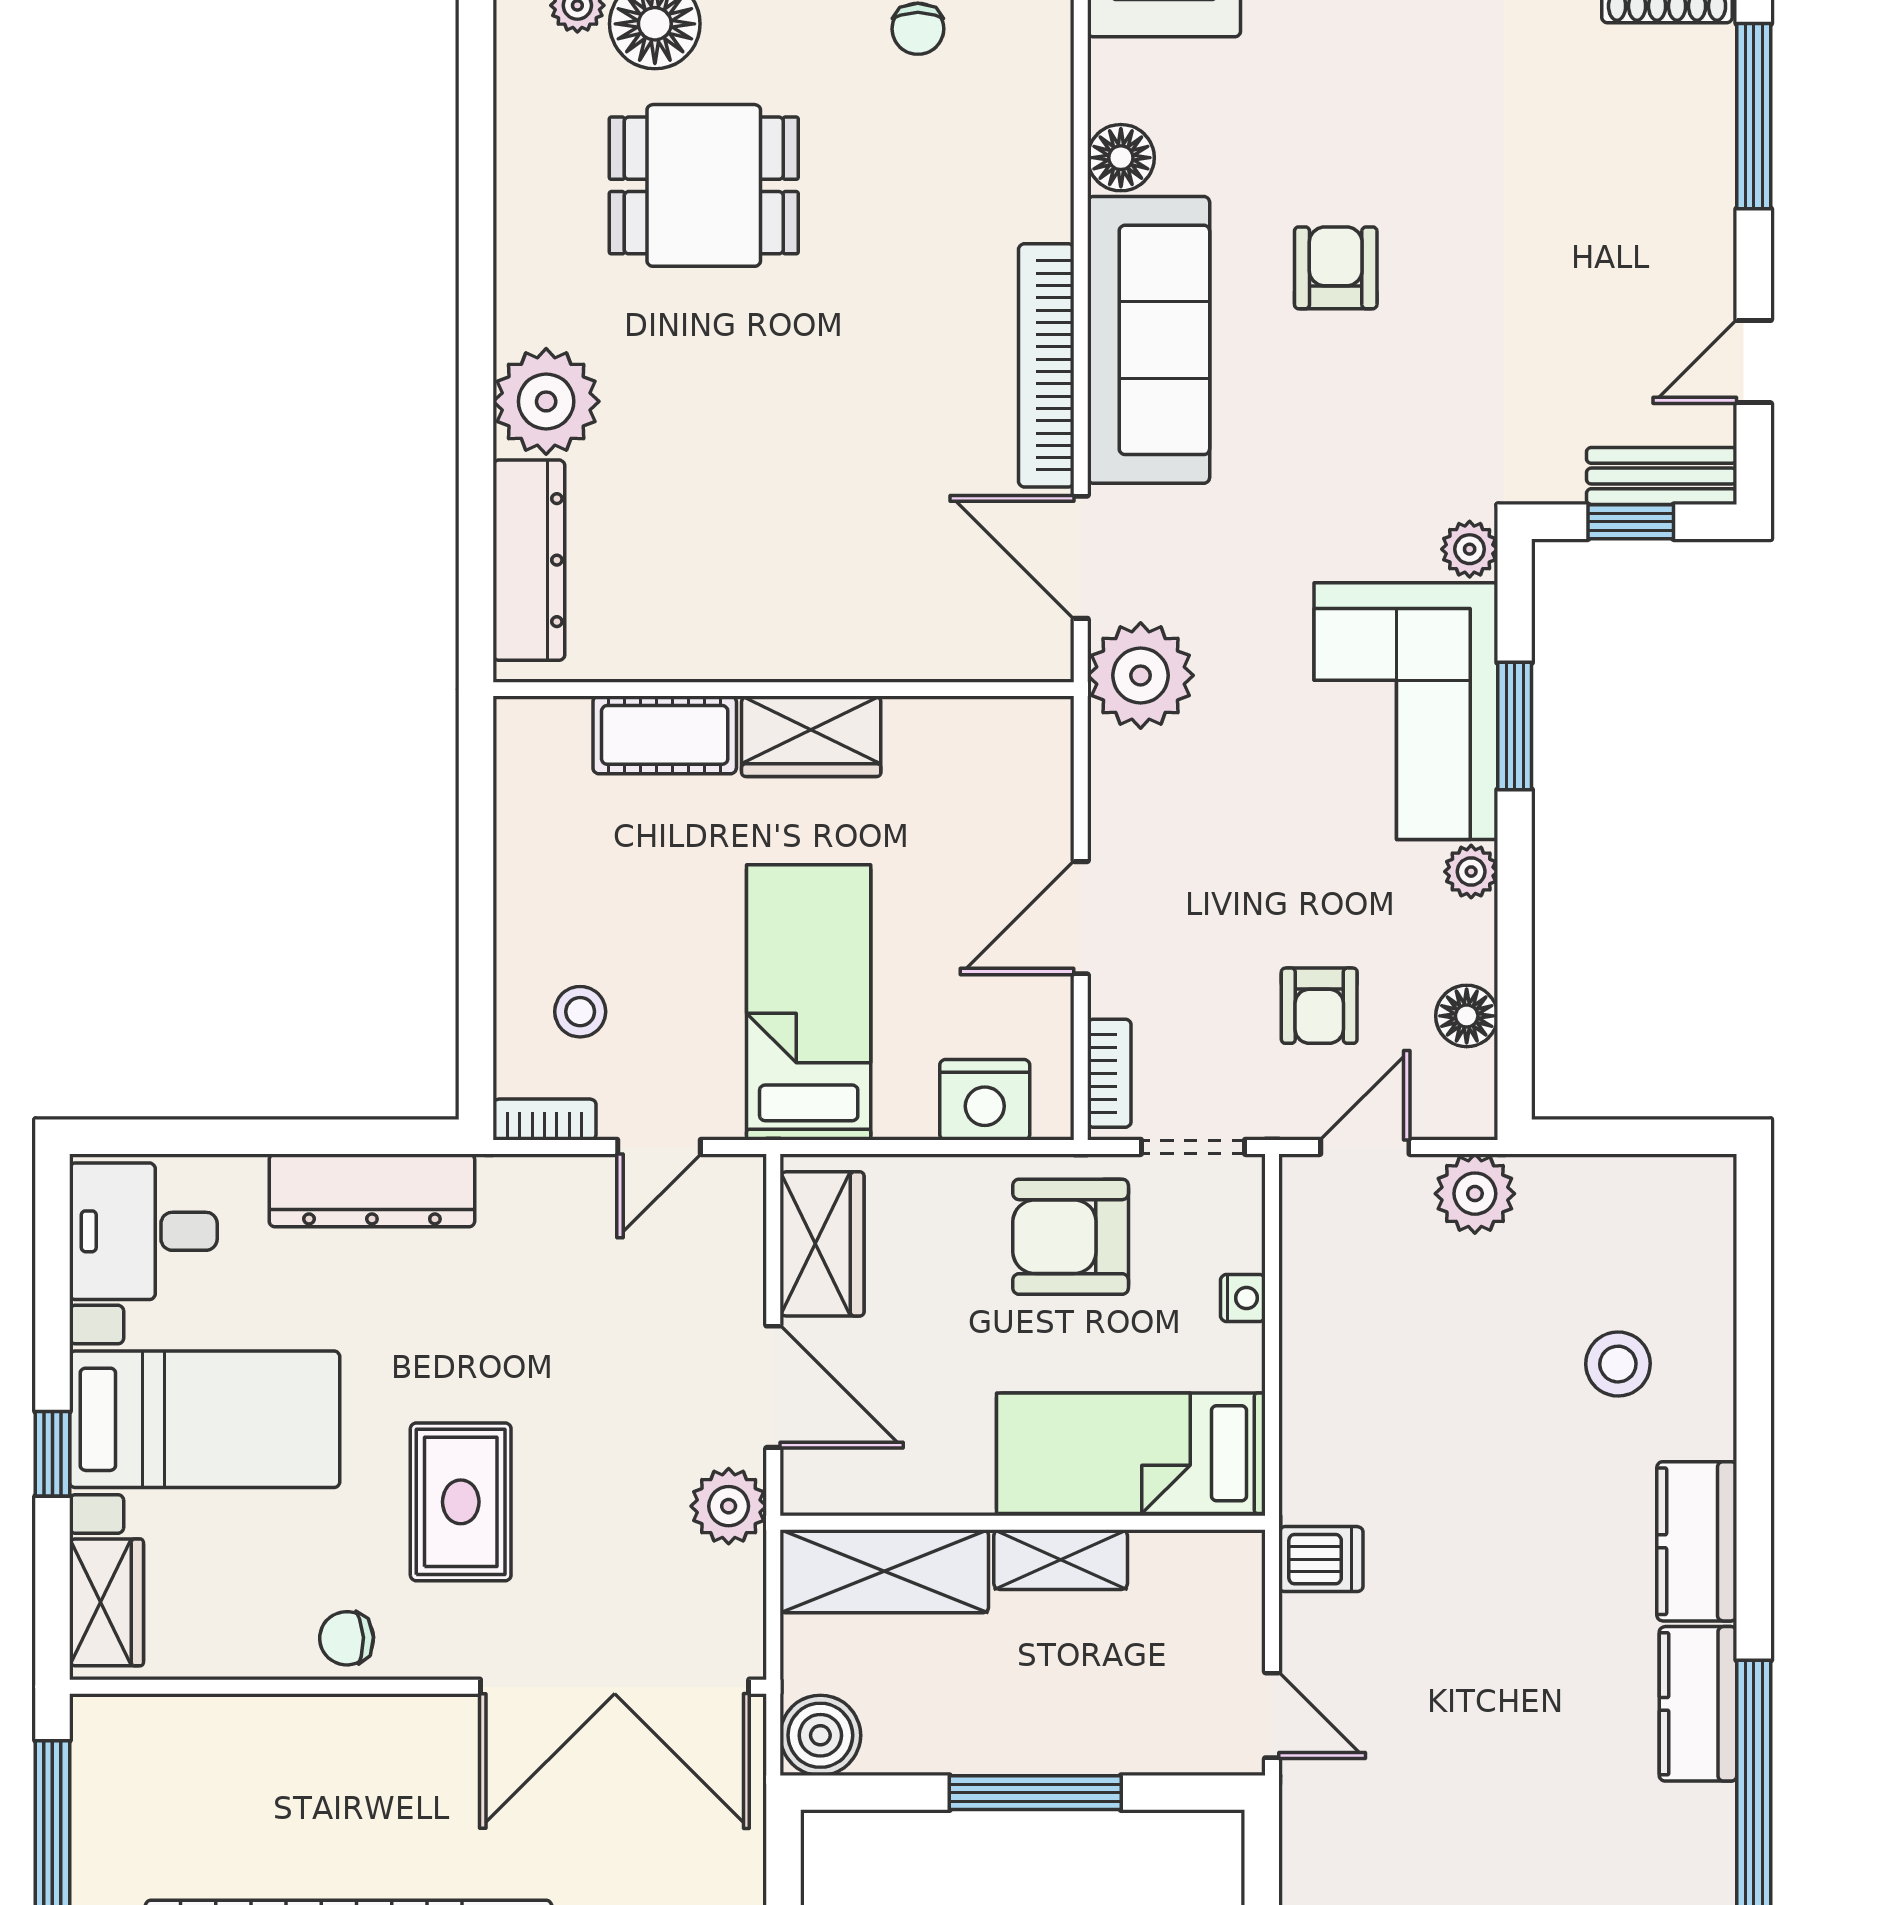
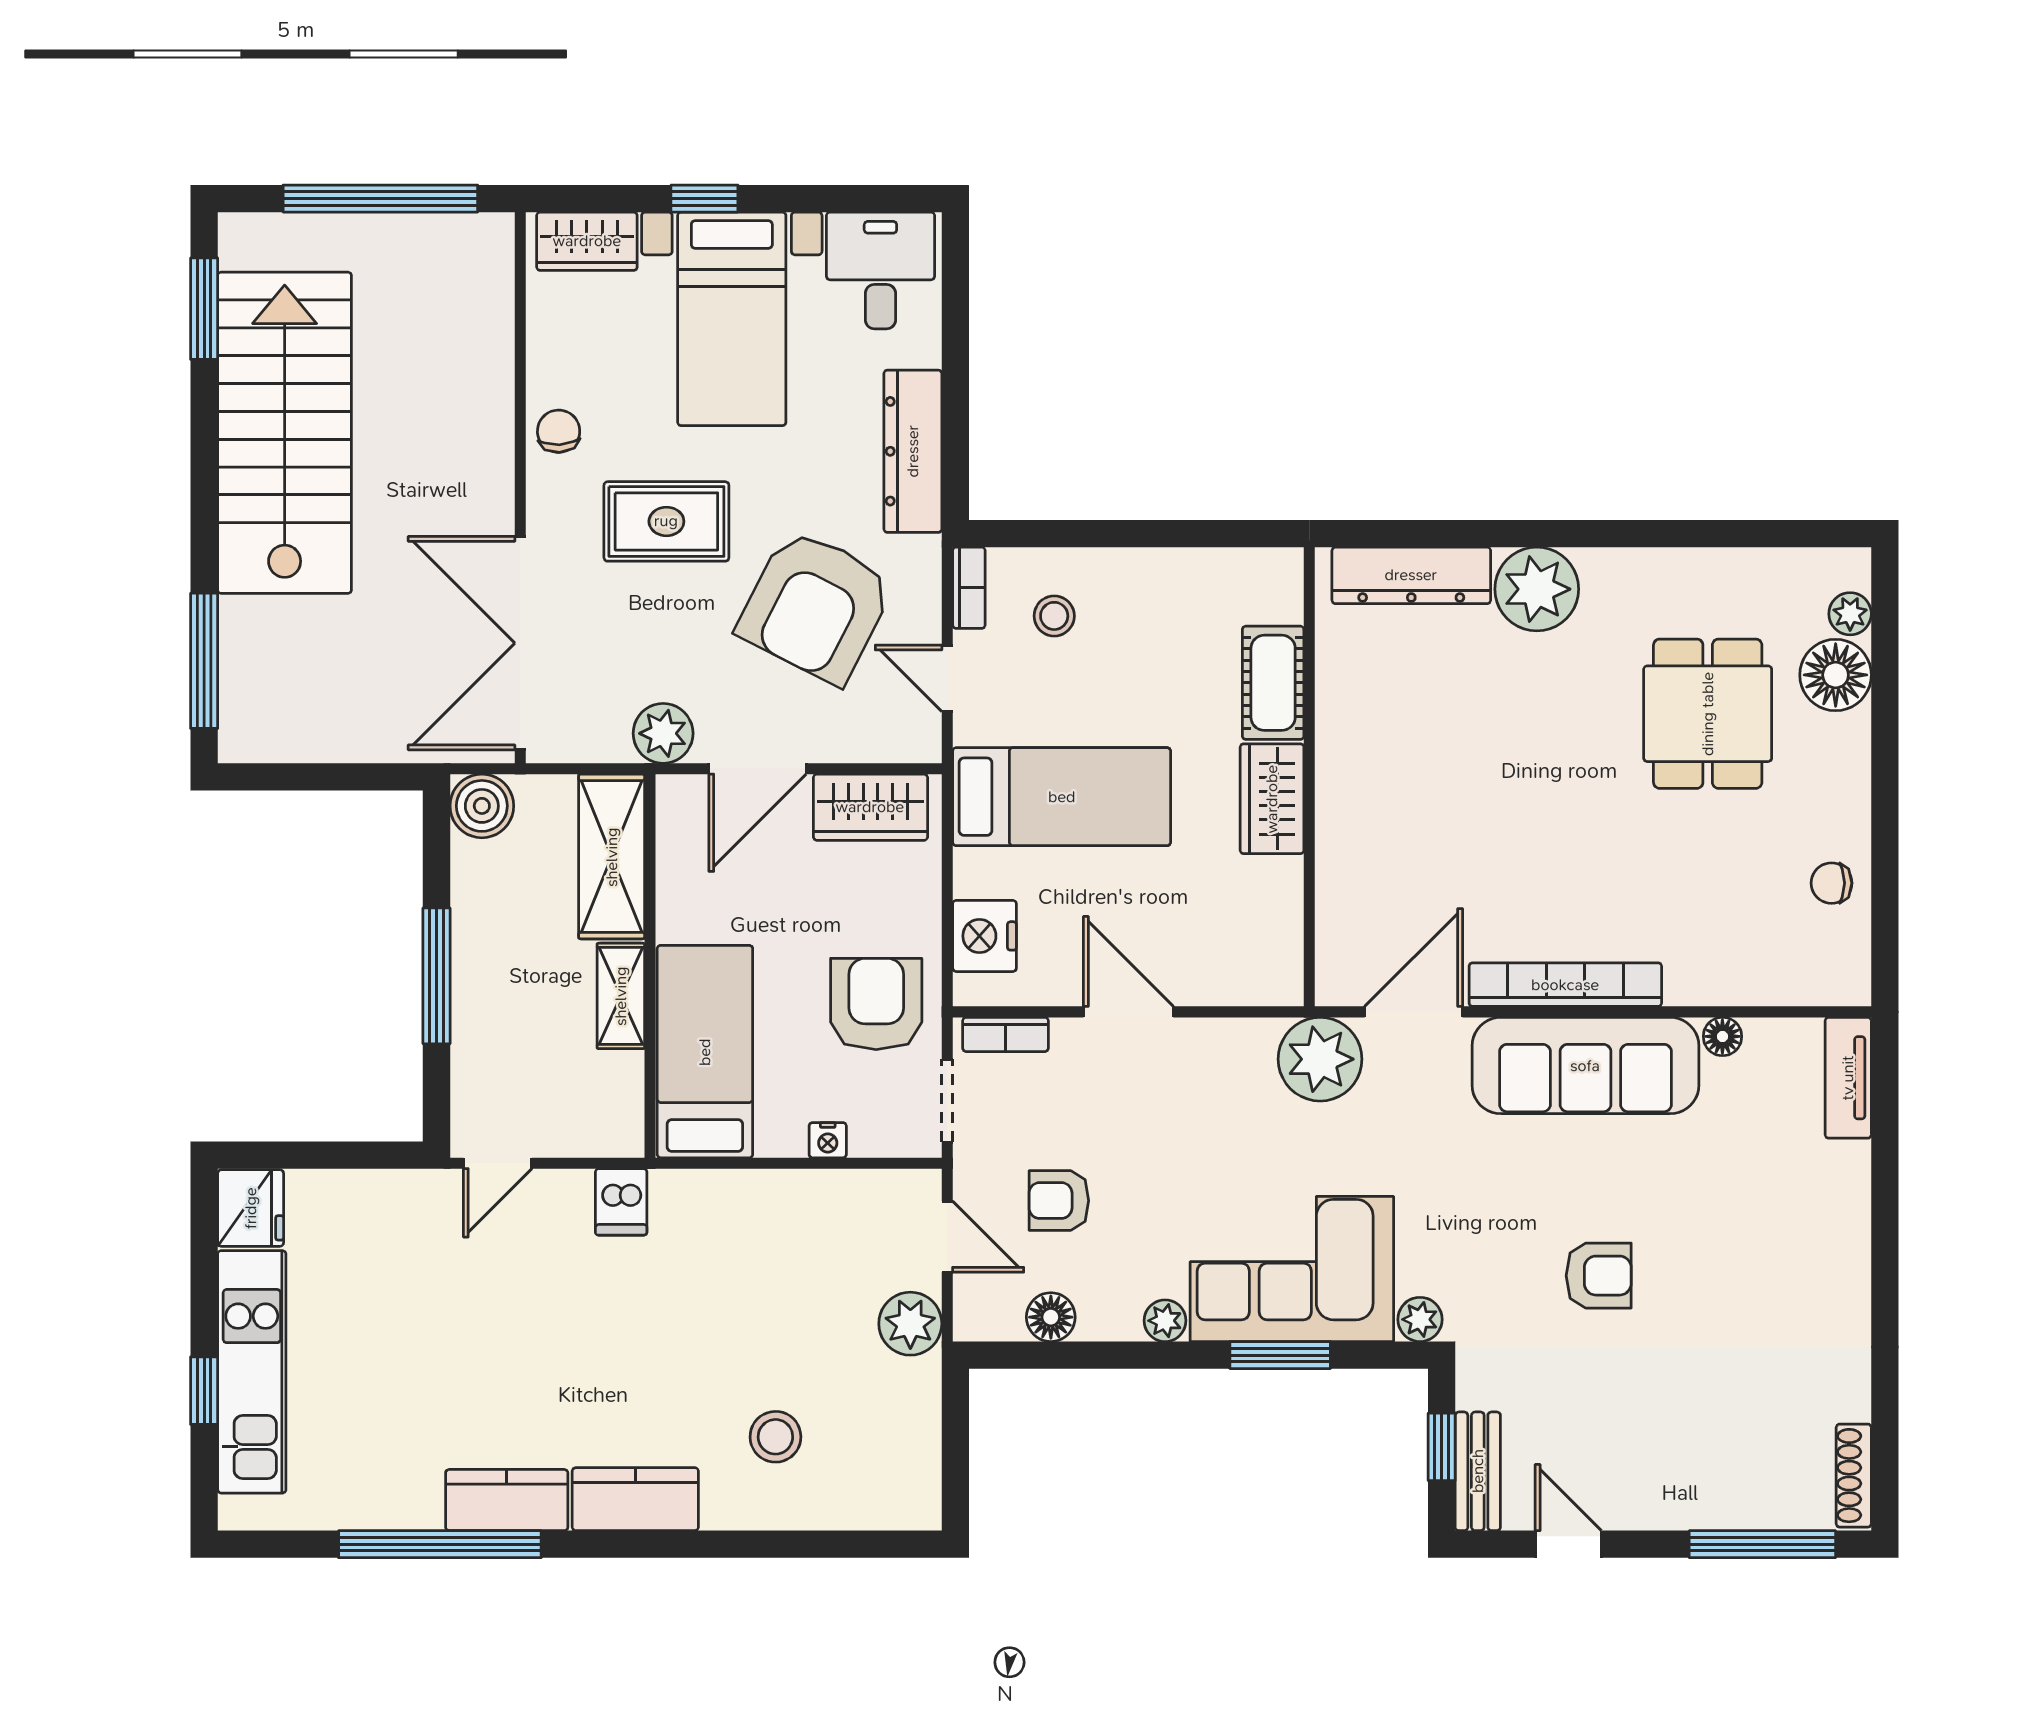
floor lamp: (1121, 158) -> (1722, 1036), width x0.73, depth x0.73
armchair: (1336, 268) -> (1599, 1276), moved
armchair: (568, 1313) -> (816, 606), added

